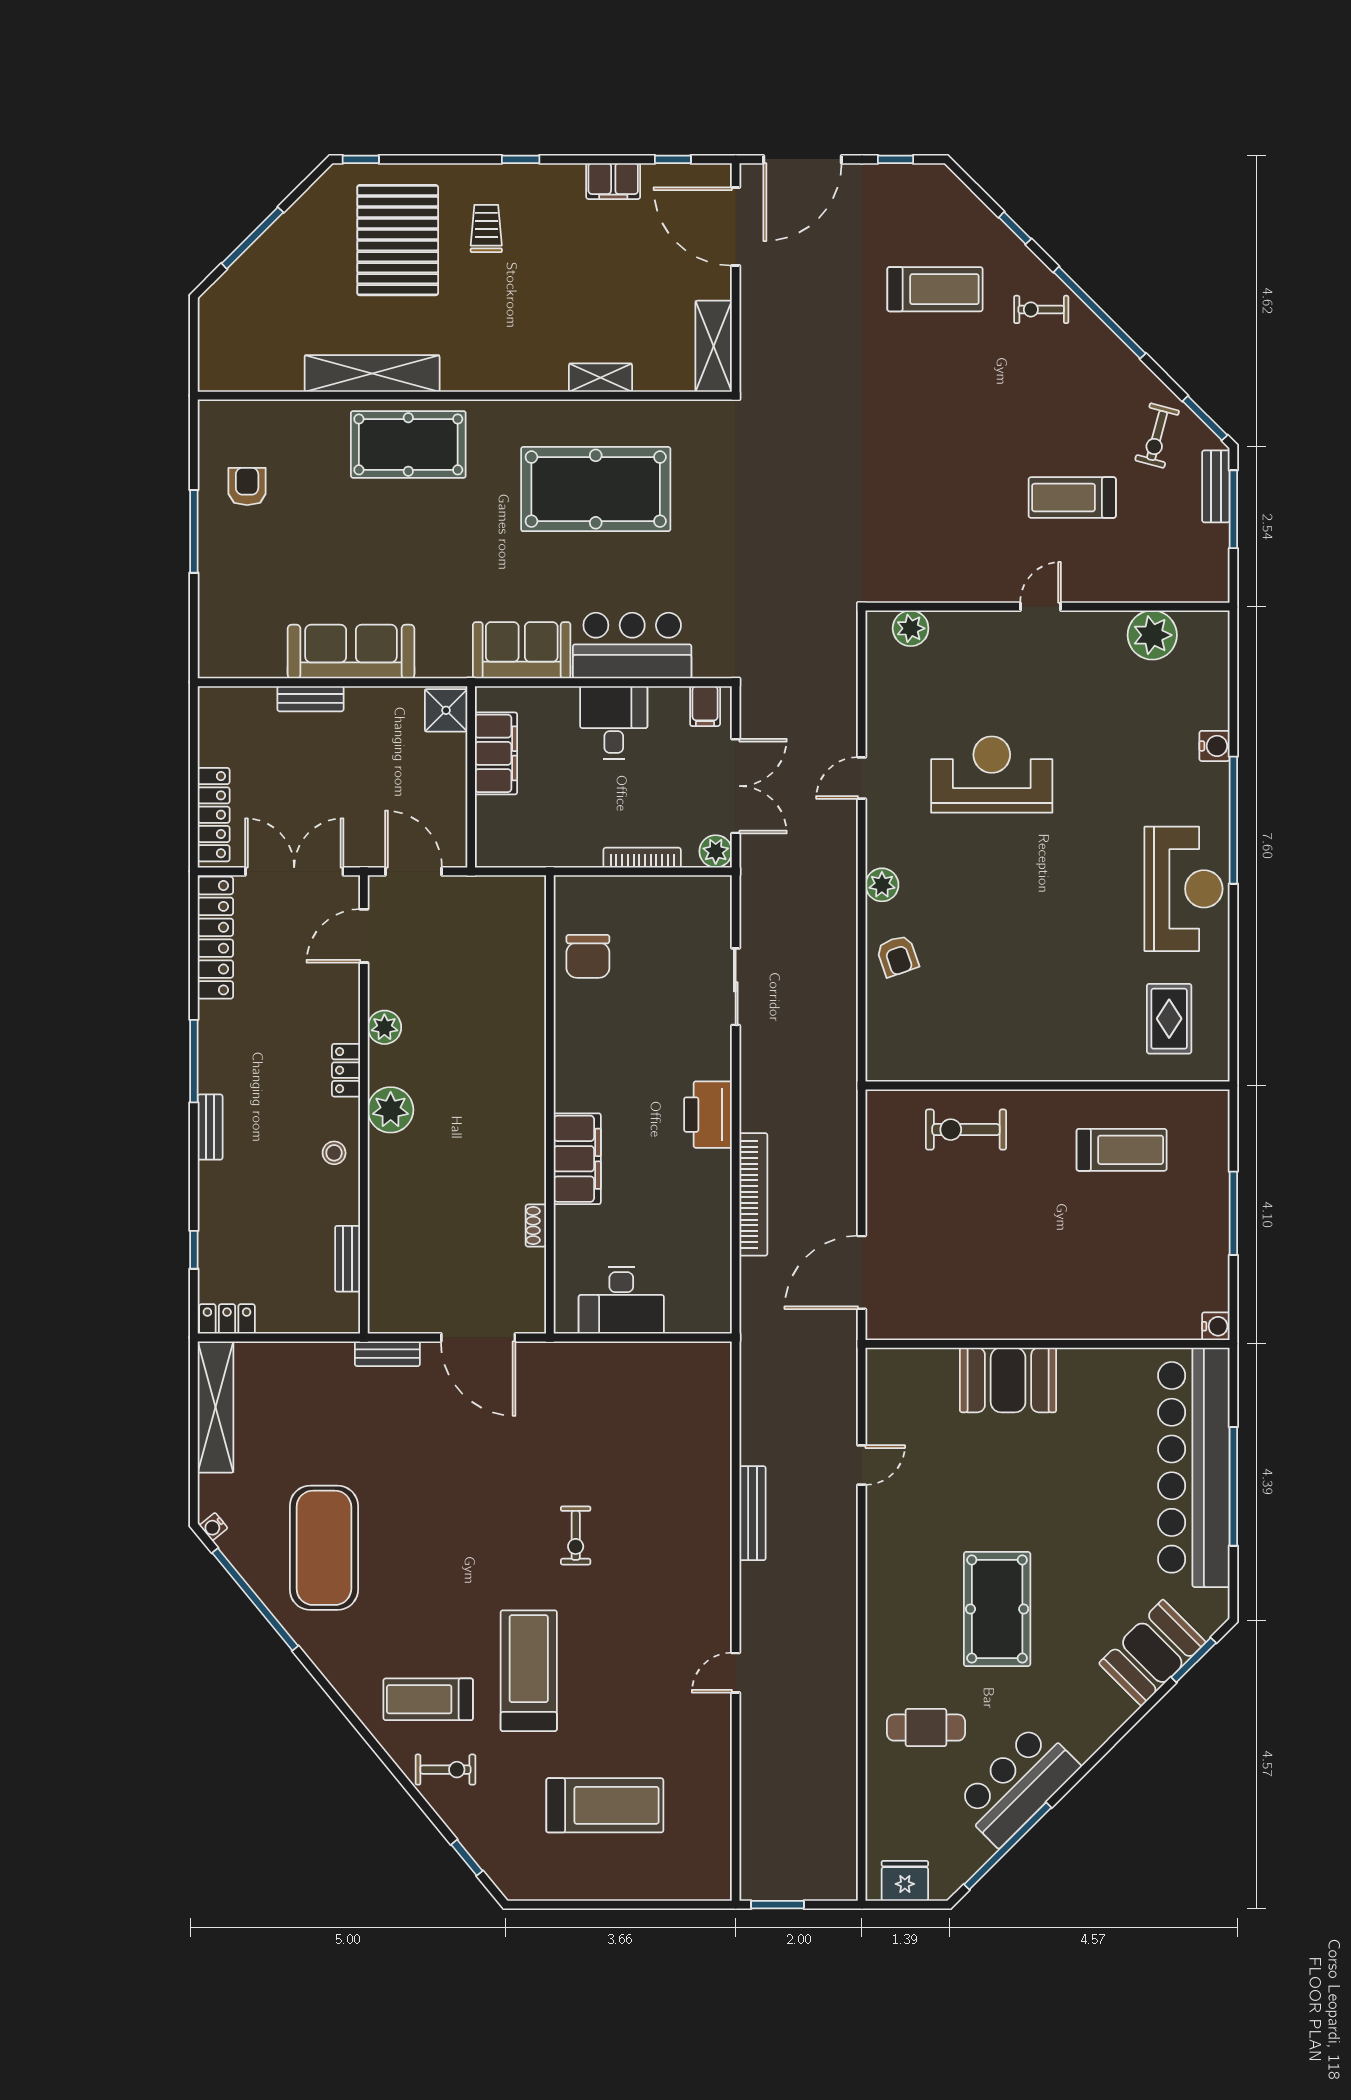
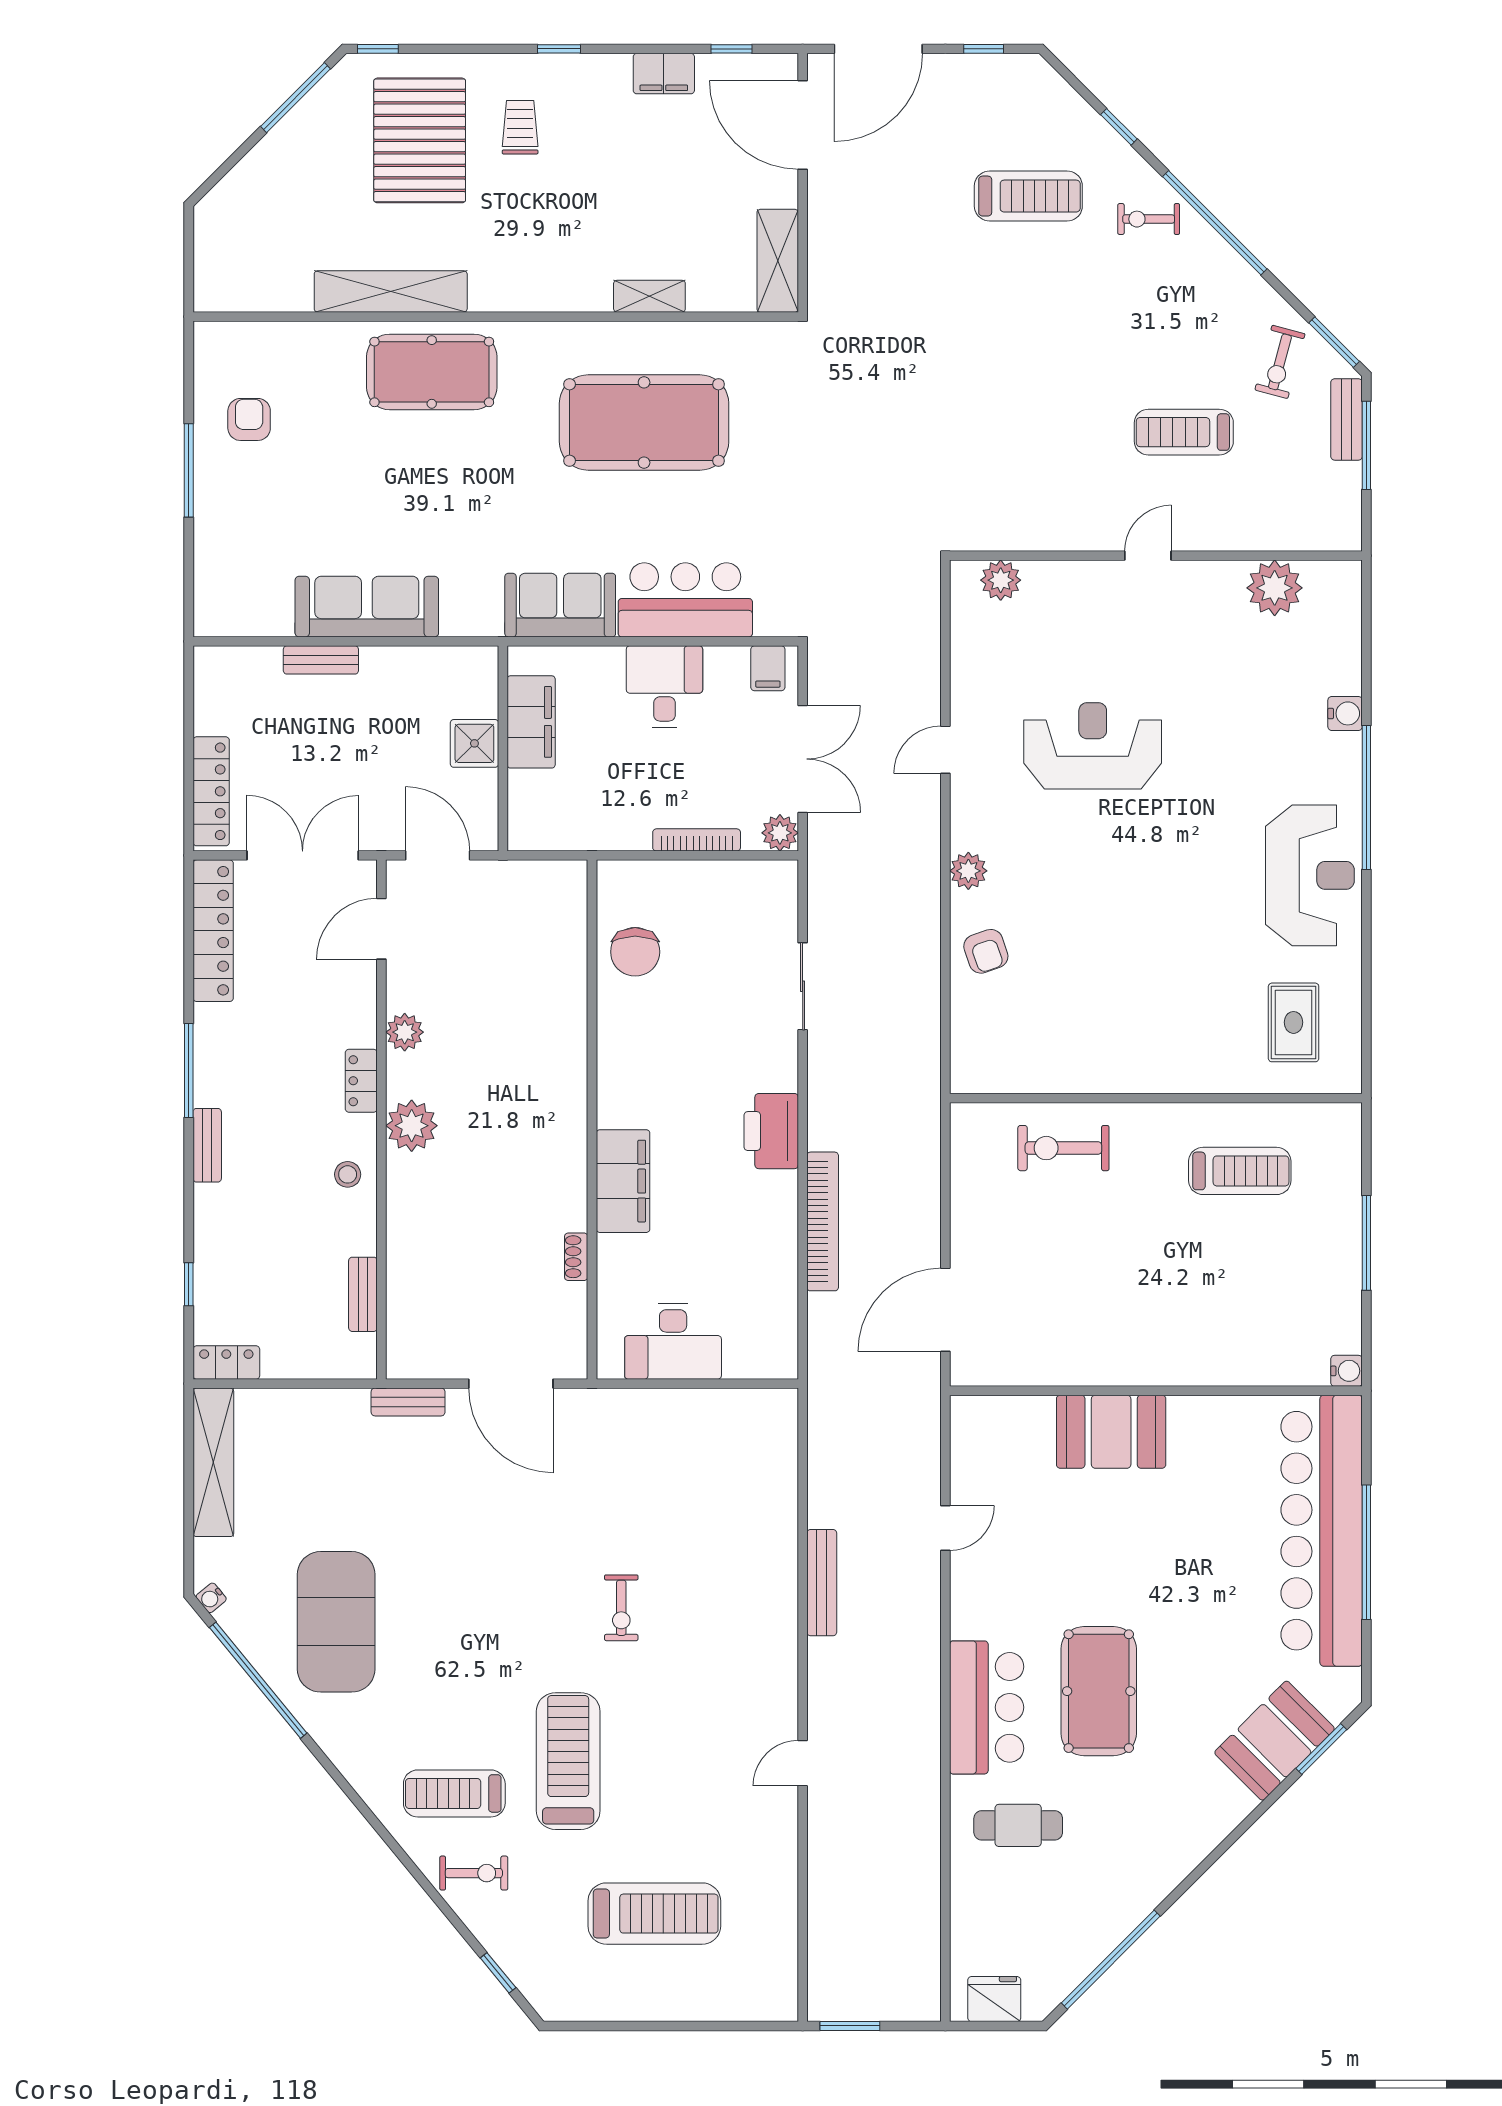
window: (252, 238) -> (296, 98), moved
shower: (446, 710) -> (474, 743), moved
bar counter: (1017, 1785) -> (987, 1707), moved, turned 135

